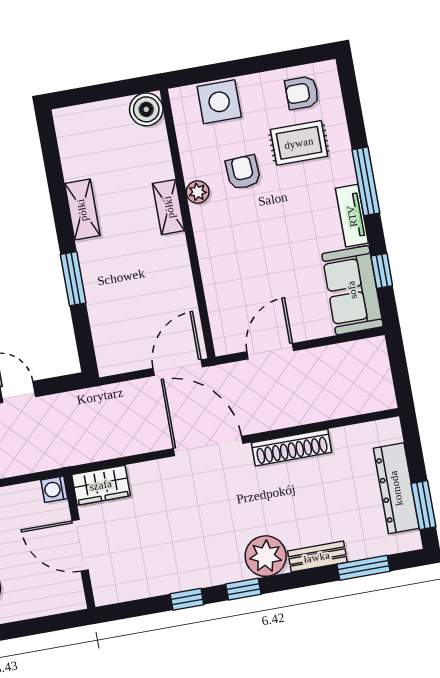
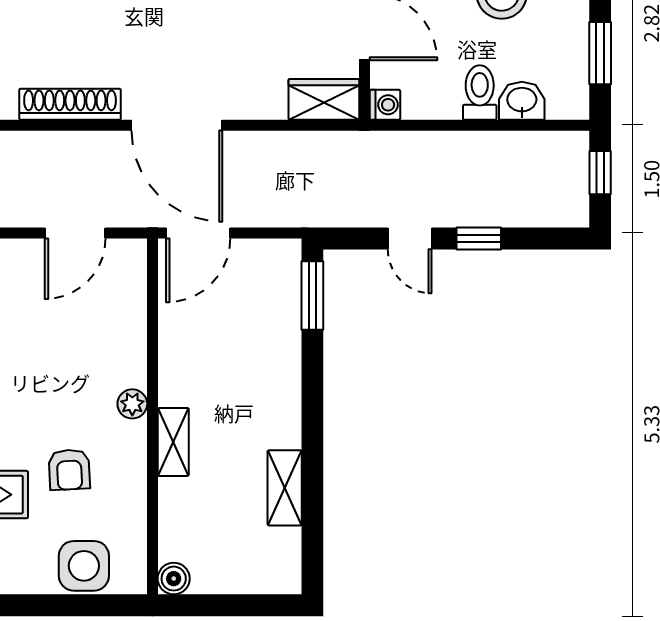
boiler: (146, 109) -> (174, 579), width x0.73, depth x0.73
plant: (198, 192) -> (132, 404), moved
shelving: (82, 210) -> (285, 488), moved
window: (73, 279) -> (312, 295), moved

